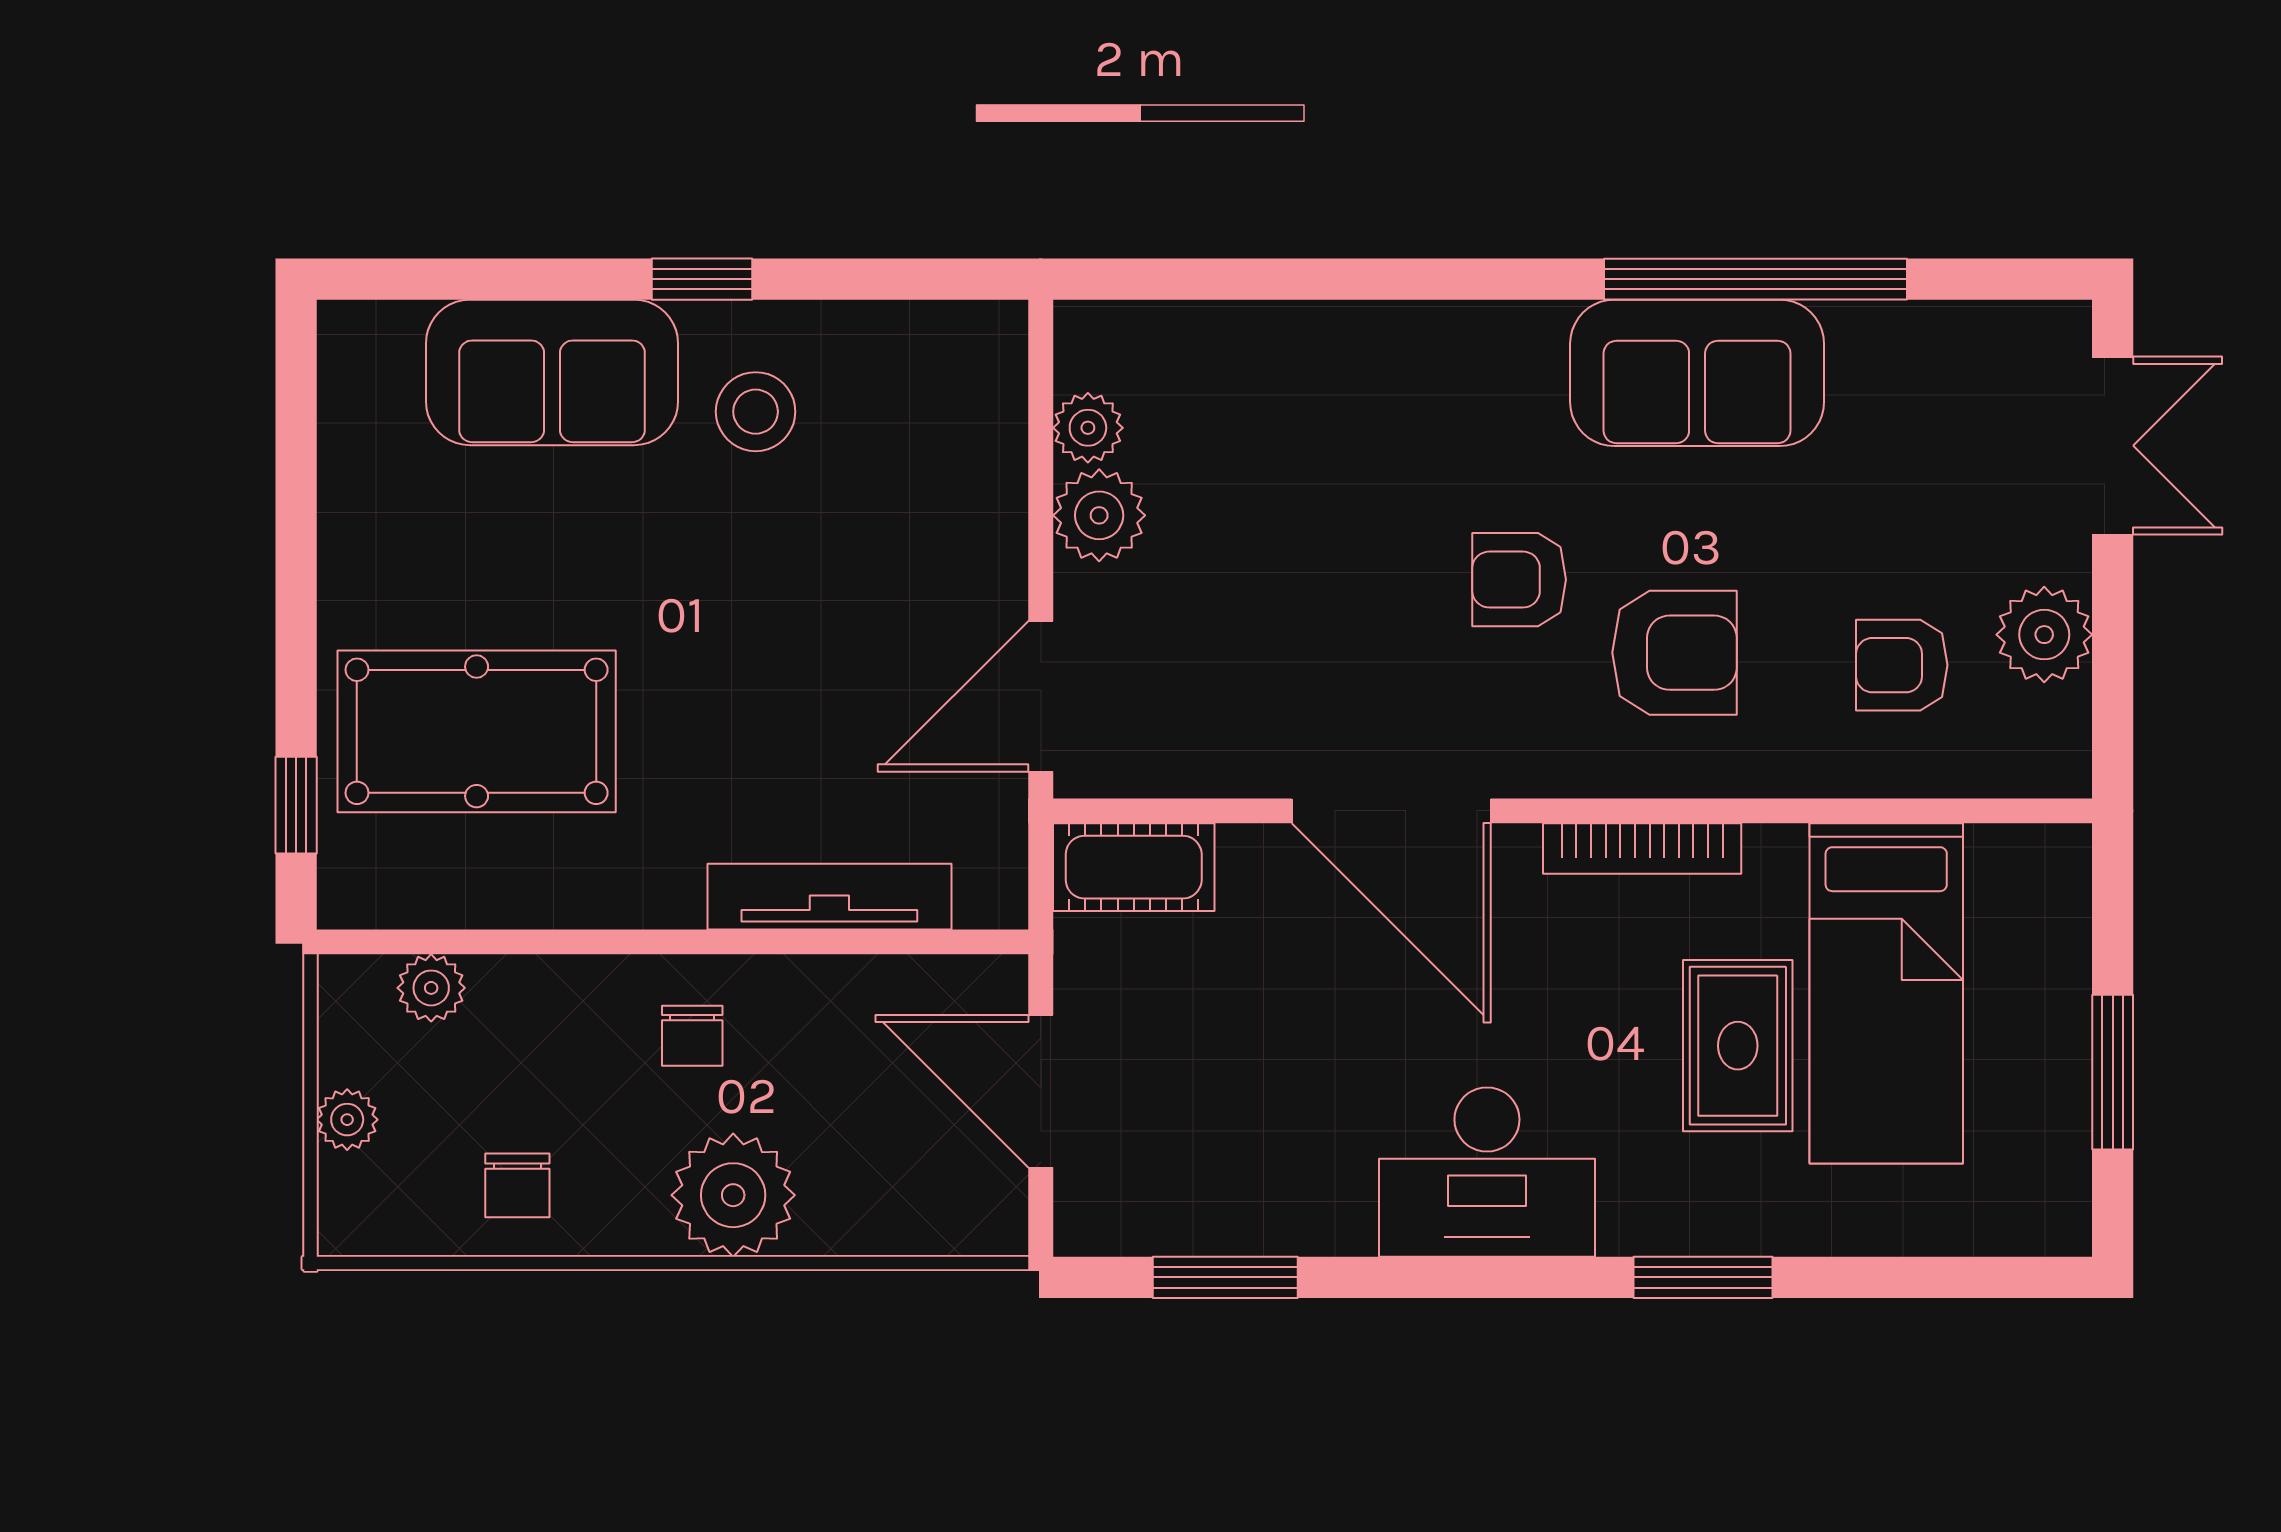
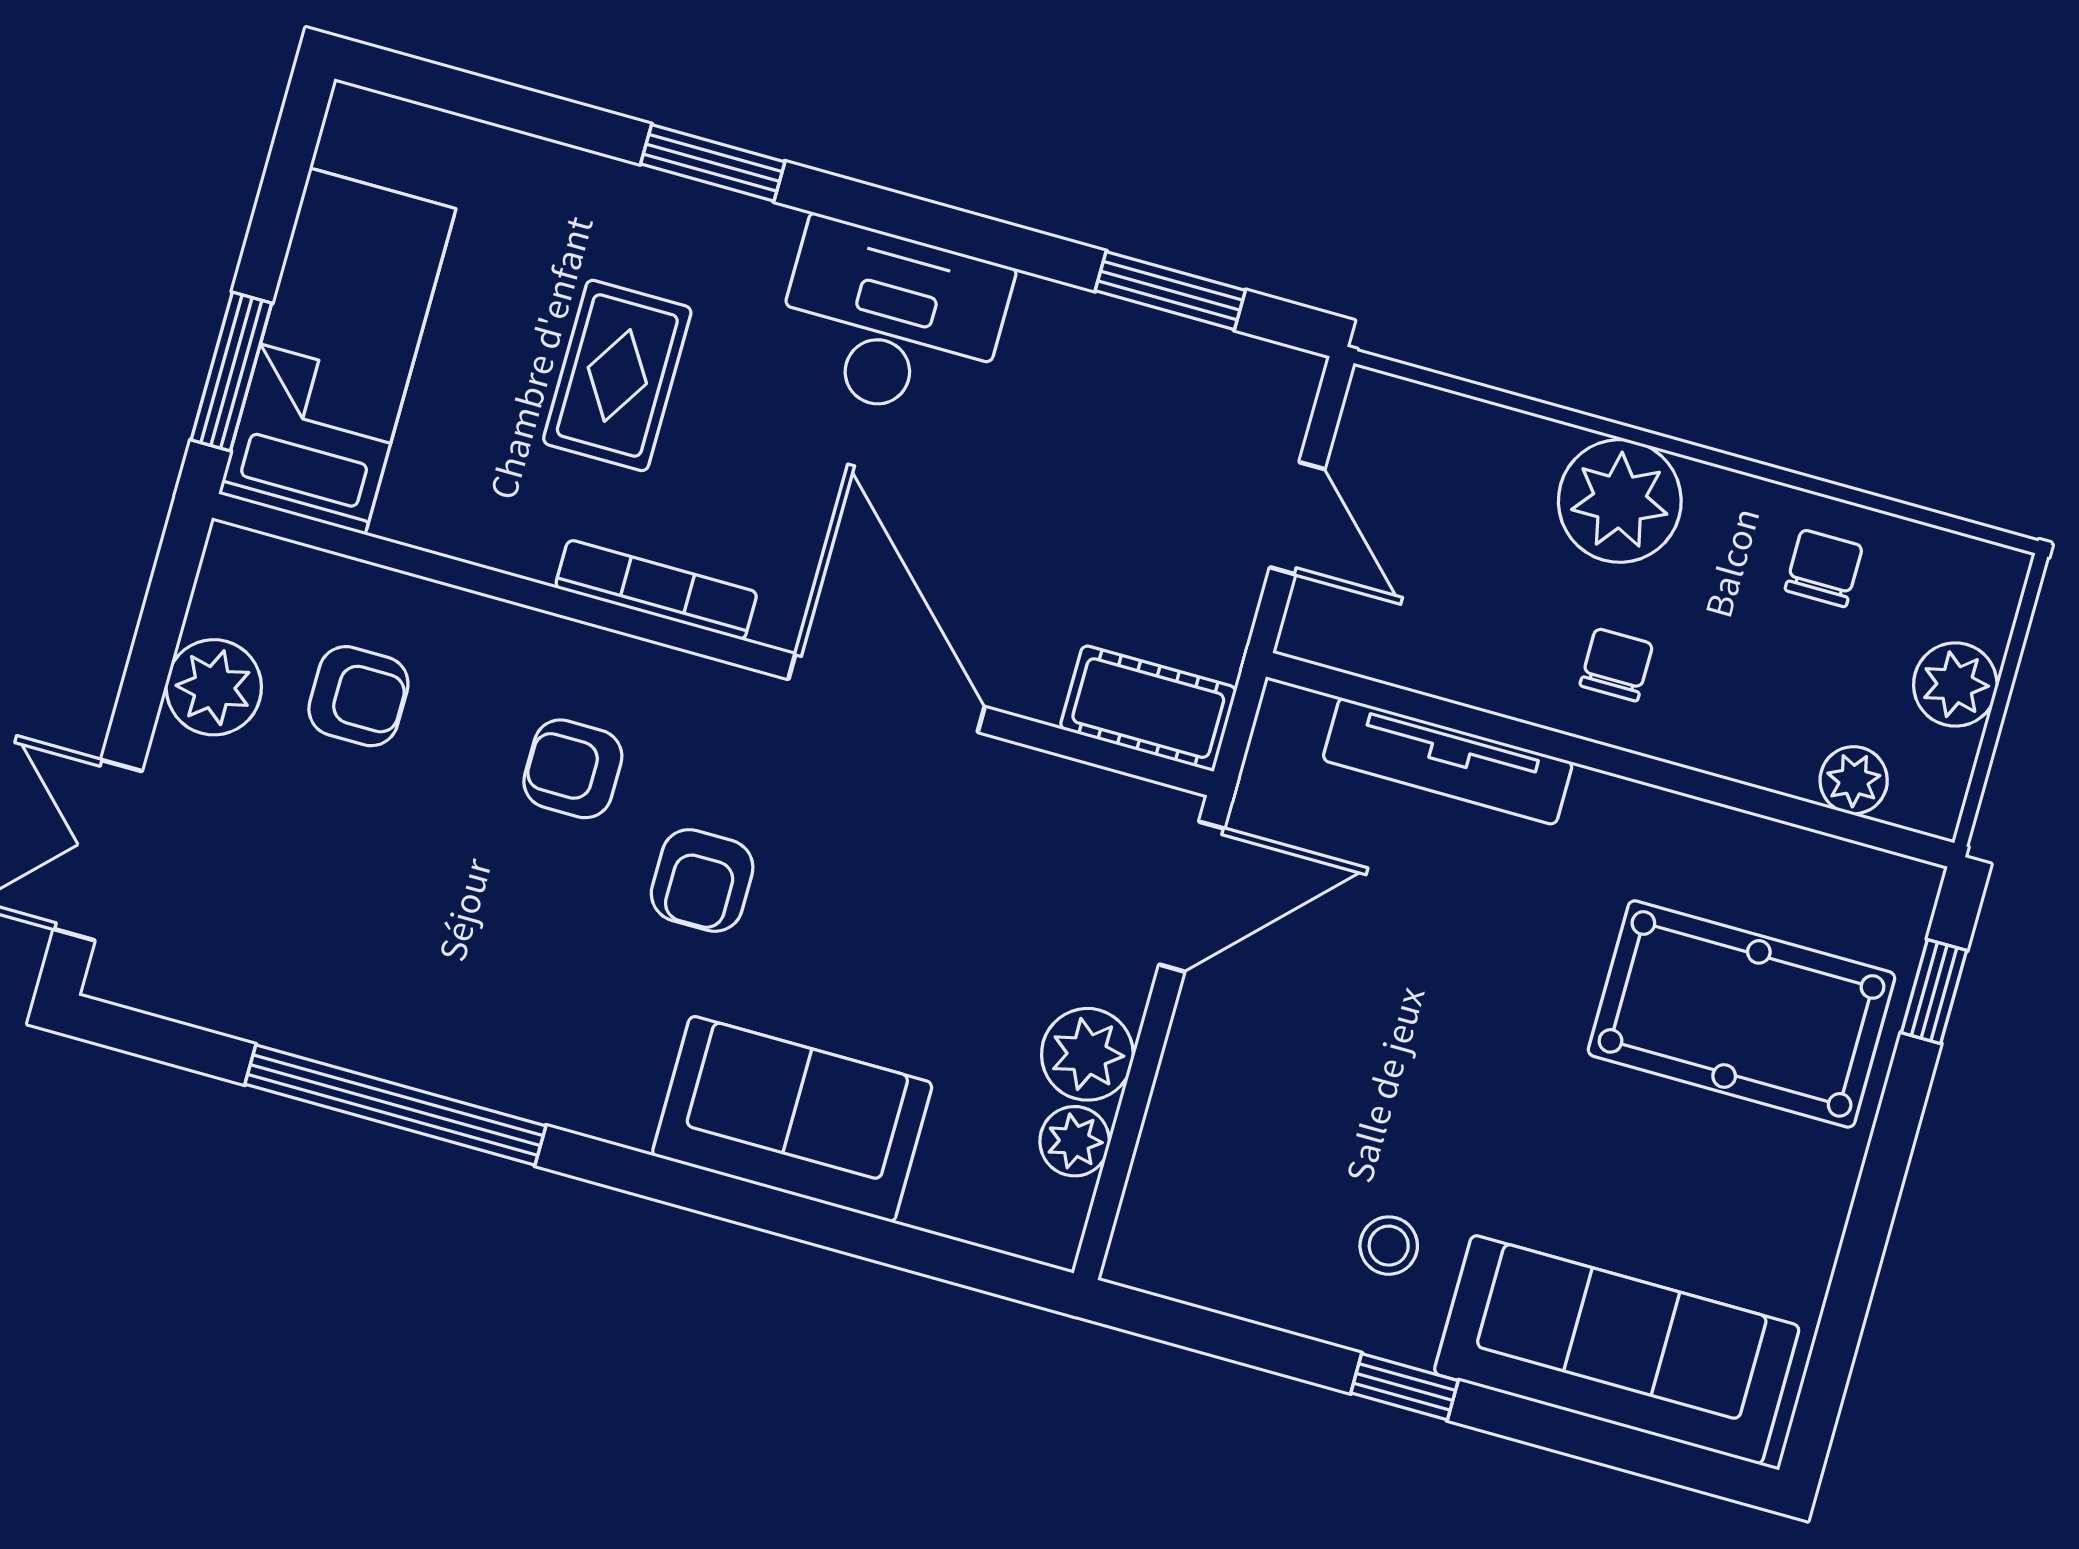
sofa: (552, 372) -> (1617, 1350), width x1.36
sofa: (1697, 373) -> (792, 1119), moved
stool: (756, 412) -> (1389, 1246), width x0.73, depth x0.73
armchair: (1519, 580) -> (702, 880), turned 90
armchair: (1675, 653) -> (573, 769), width x0.72, depth x0.72
bed: (1886, 993) -> (337, 351), moved
window: (2113, 1072) -> (231, 372), moved
door: (1041, 1091) -> (1297, 518), width x0.73
plant: (347, 1120) -> (1955, 685), width x1.38, depth x1.38

